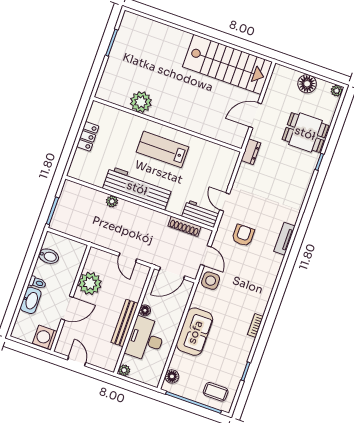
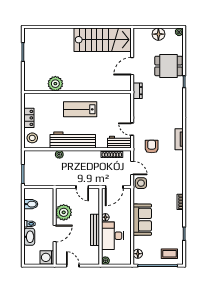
stool: (83, 166) -> (32, 138), added

